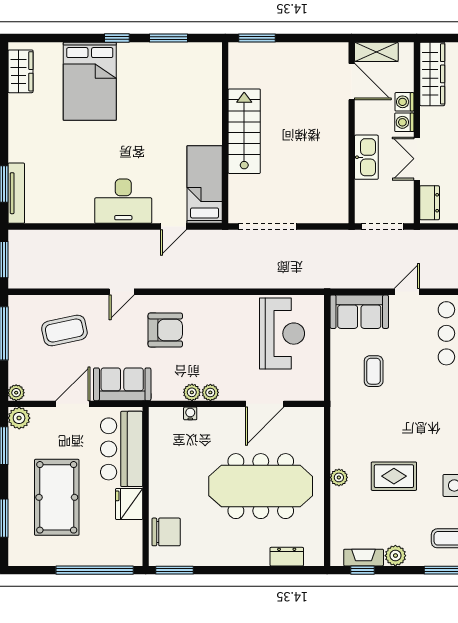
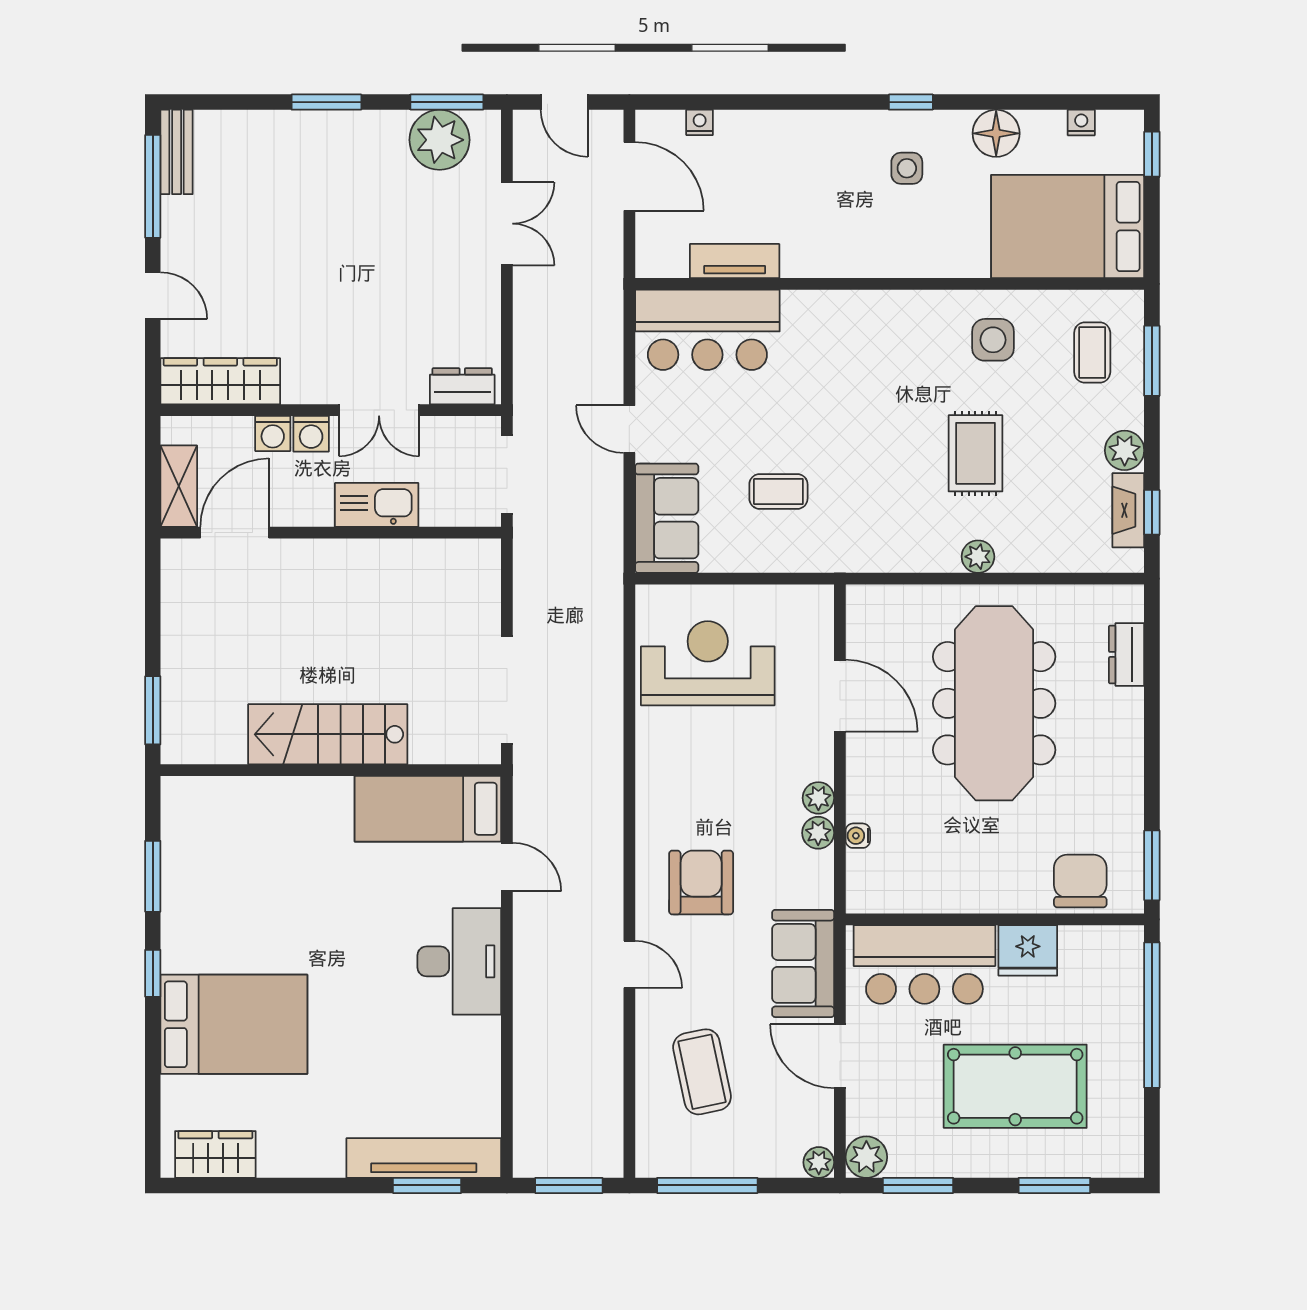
tv unit: (16, 193) -> (424, 1158), width x1.36, depth x1.29

